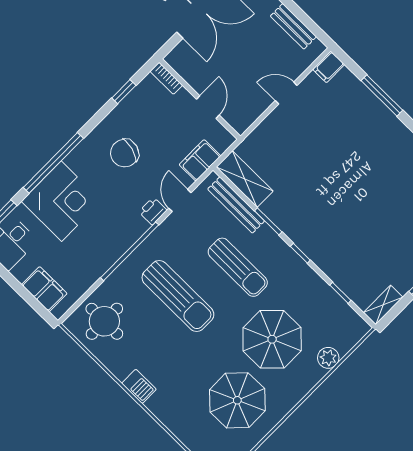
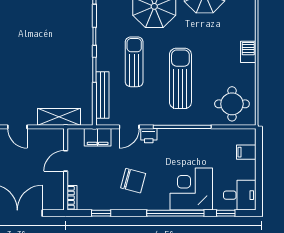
shelving: (245, 179) -> (59, 117), moved, turned 90
filing cabinet: (44, 289) -> (246, 152), width x0.50

